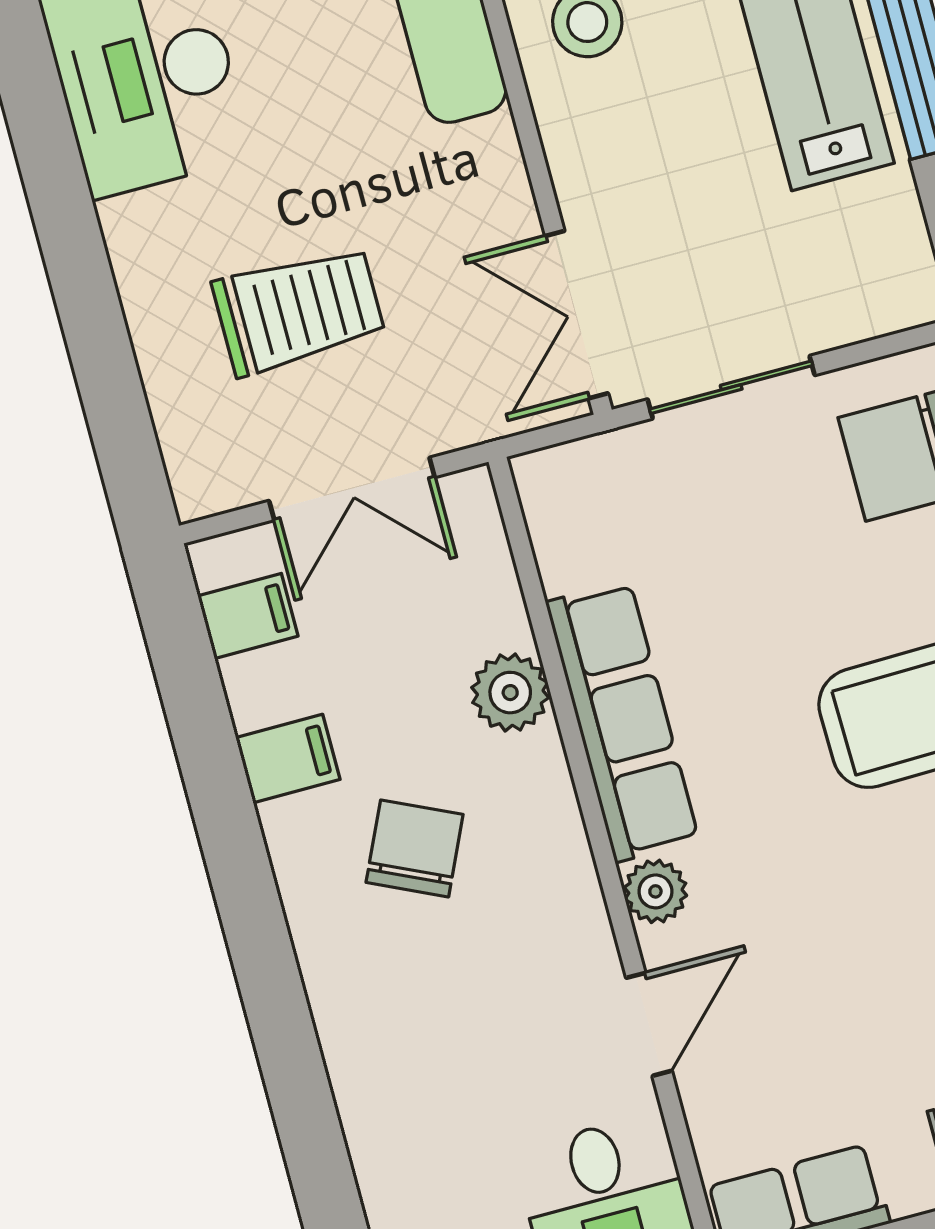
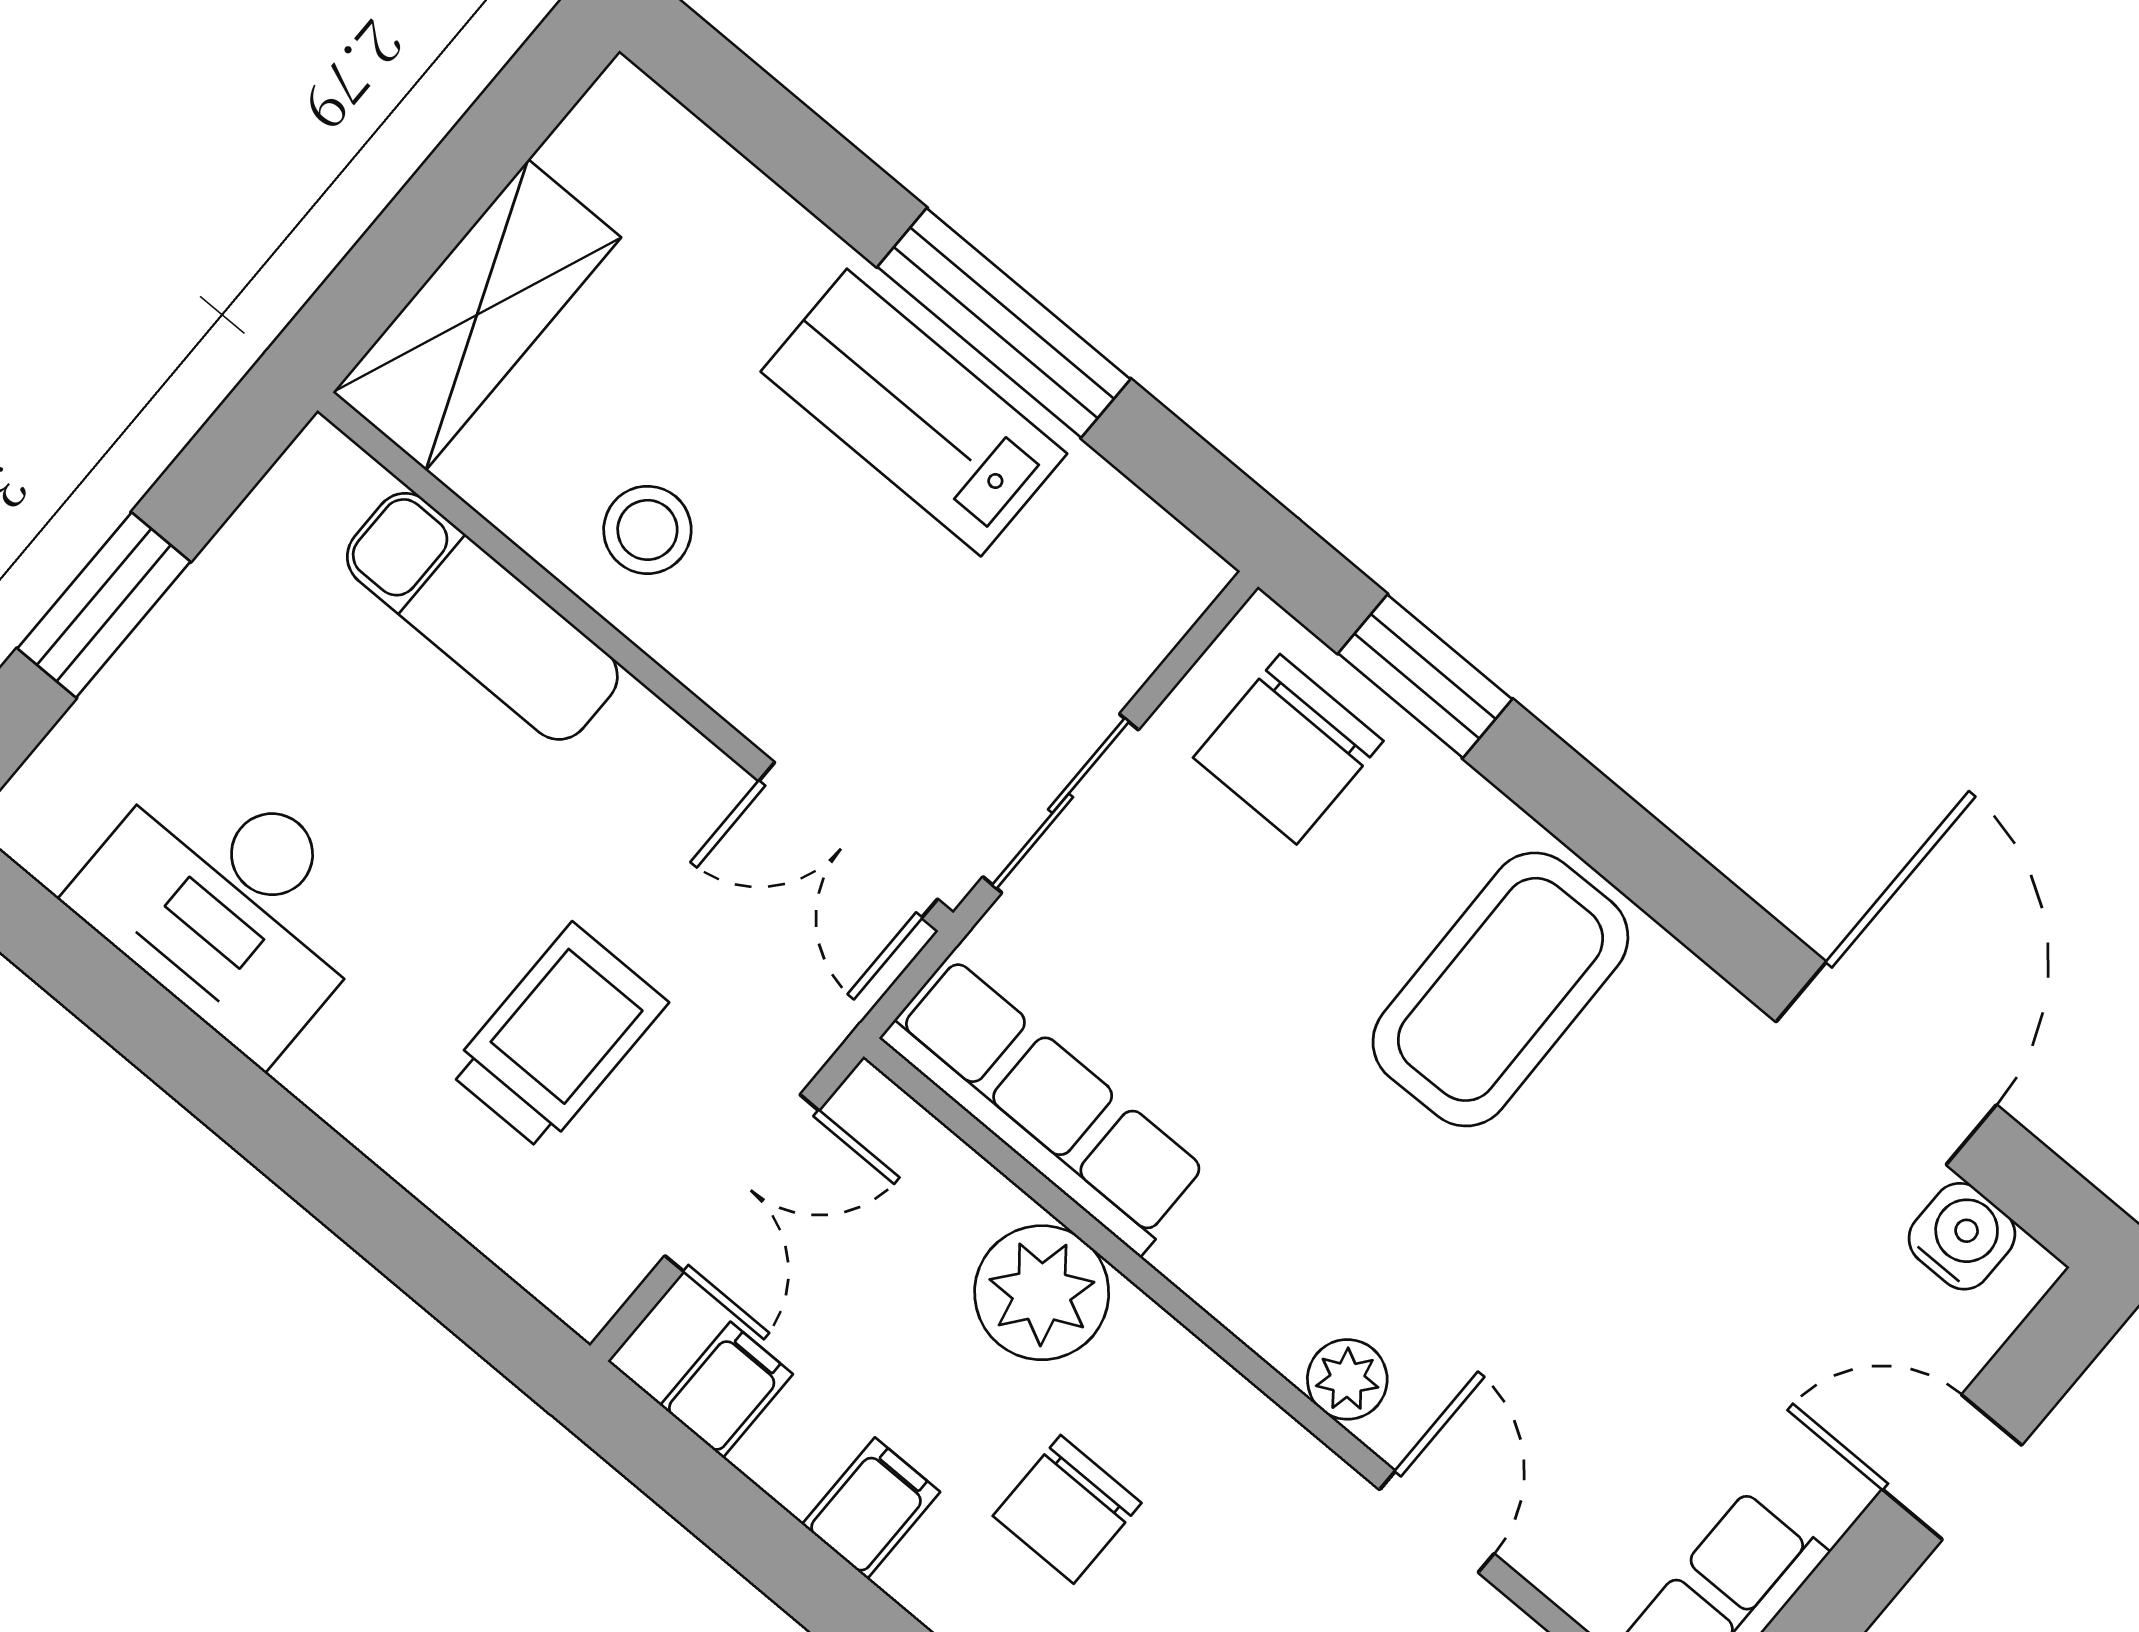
plant: (510, 693) -> (1042, 1293), width x1.36, depth x1.36
row of seats: (622, 721) -> (1045, 1106), moved
chair: (415, 848) -> (1067, 1509), turned -115

